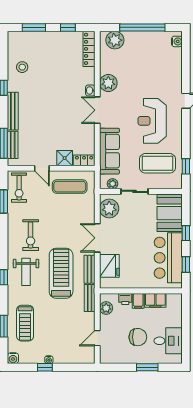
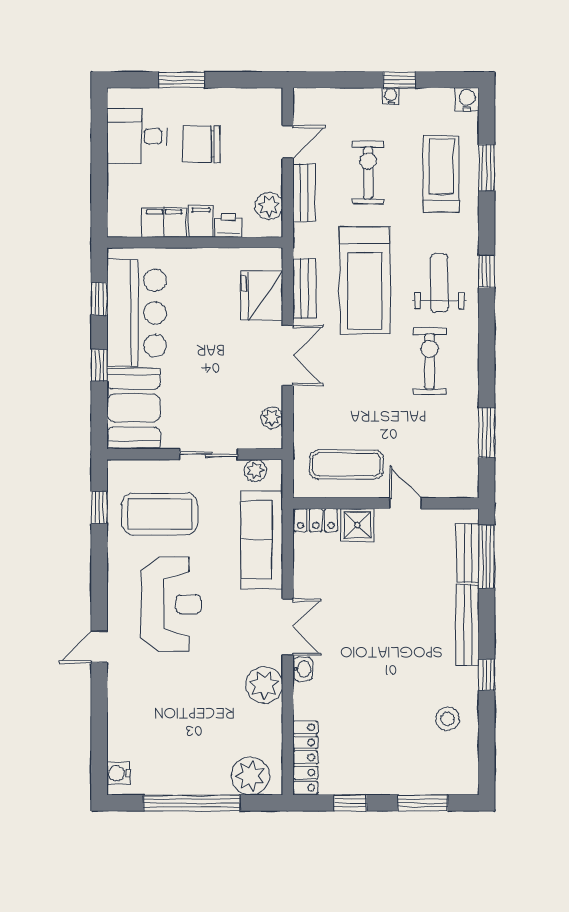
exercise bike: (19, 188) -> (368, 173), moved
plant: (109, 208) -> (272, 418), width x0.53, depth x0.53
bench: (90, 298) -> (304, 193), moved

